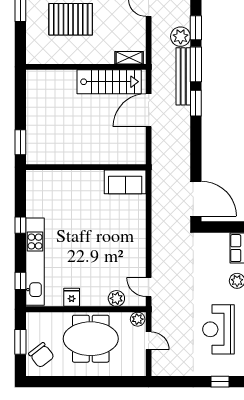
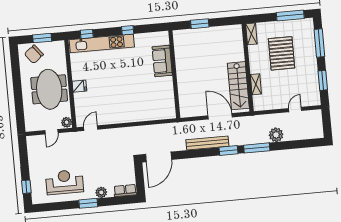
window: (196, 28) -> (284, 145), removed
shelving: (41, 58) -> (251, 34), added
shelving: (129, 58) -> (256, 84), moved
bench: (183, 76) -> (207, 143), moved
window: (20, 142) -> (200, 24), moved
sofa: (125, 182) -> (162, 61), moved
fridge: (72, 297) -> (79, 86), moved
plant: (116, 298) -> (80, 105), removed

